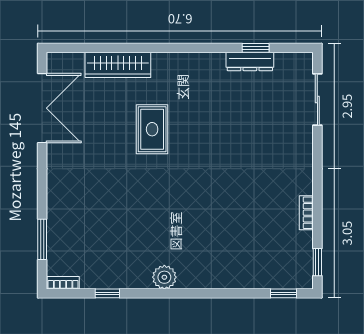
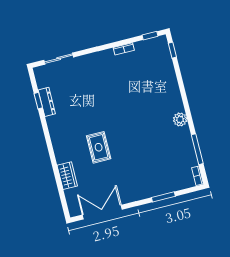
wardrobe: (118, 65) -> (67, 176), width x0.67
rug: (152, 129) -> (99, 147), turned 90
window: (42, 239) -> (163, 197), moved
window: (107, 293) -> (197, 149), width x2.17

